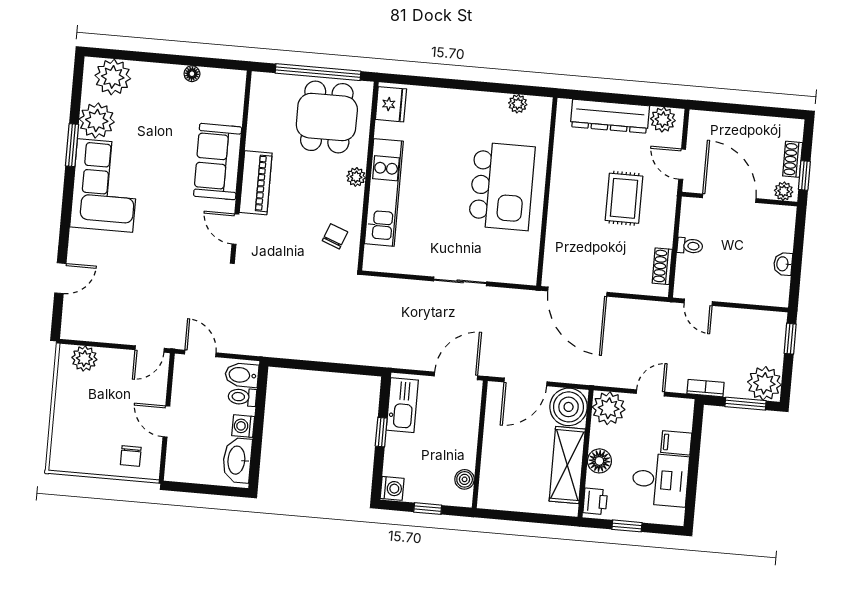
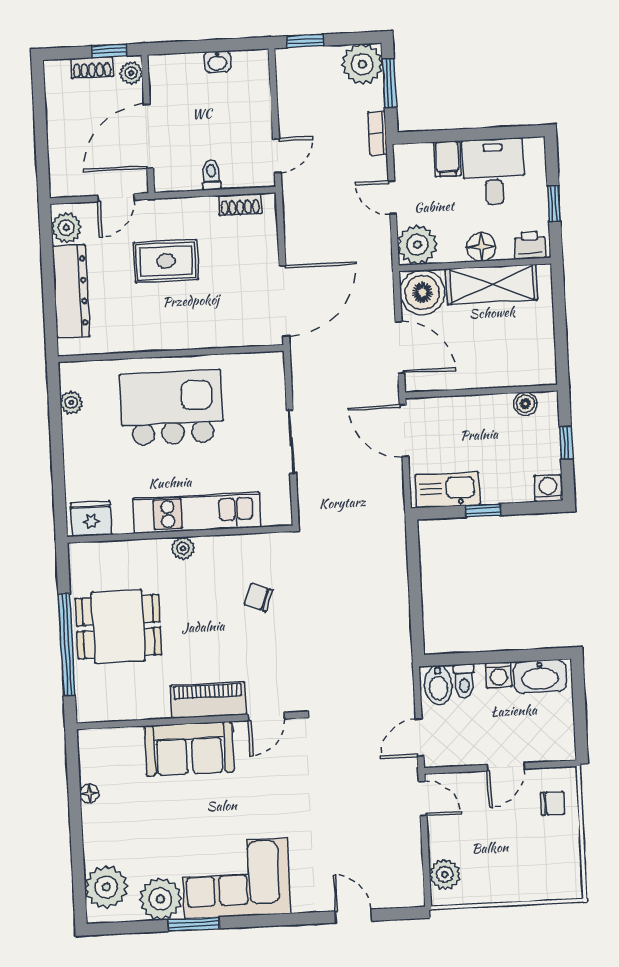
fridge: (391, 104) -> (91, 519), moved
wall: (368, 176) -> (180, 534), moved
plant: (356, 177) -> (183, 548), moved
kitchen unit: (384, 192) -> (197, 513), moved

